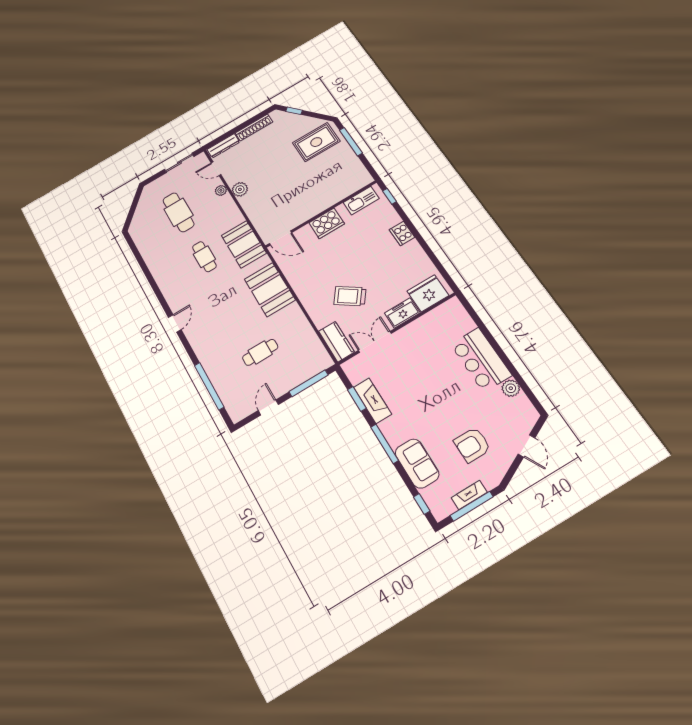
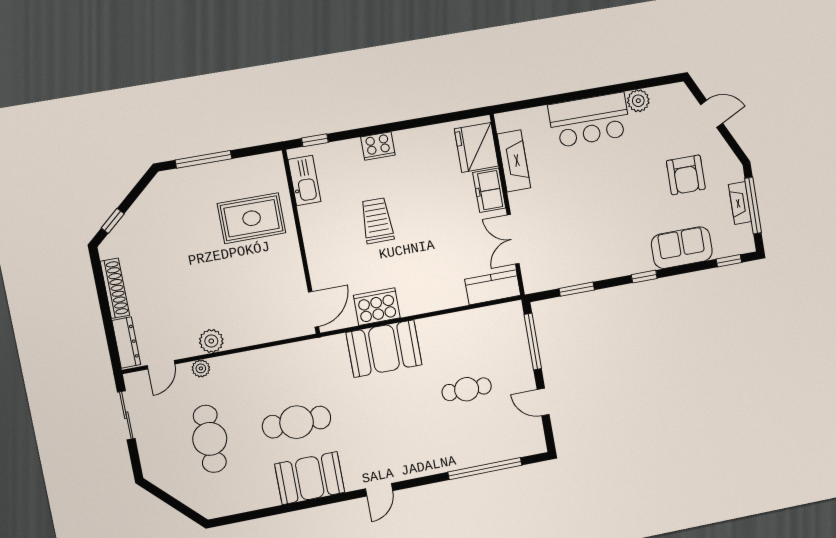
rug: (316, 142) -> (252, 218), moved, turned 90
cafe table: (178, 212) -> (210, 439), turned 90
cooker: (327, 223) -> (377, 307), moved, turned -90
booth: (244, 244) -> (310, 478), moved
cafe table: (204, 257) -> (297, 422), width x1.37, depth x1.35
trolley: (350, 296) -> (377, 221), moved, turned 144
door: (175, 323) -> (379, 490), swing flipped
cafe table: (260, 352) -> (467, 389), turned 90
fireplace: (372, 401) -> (514, 161), moved, turned 90
window: (385, 444) -> (644, 277), width x0.46

